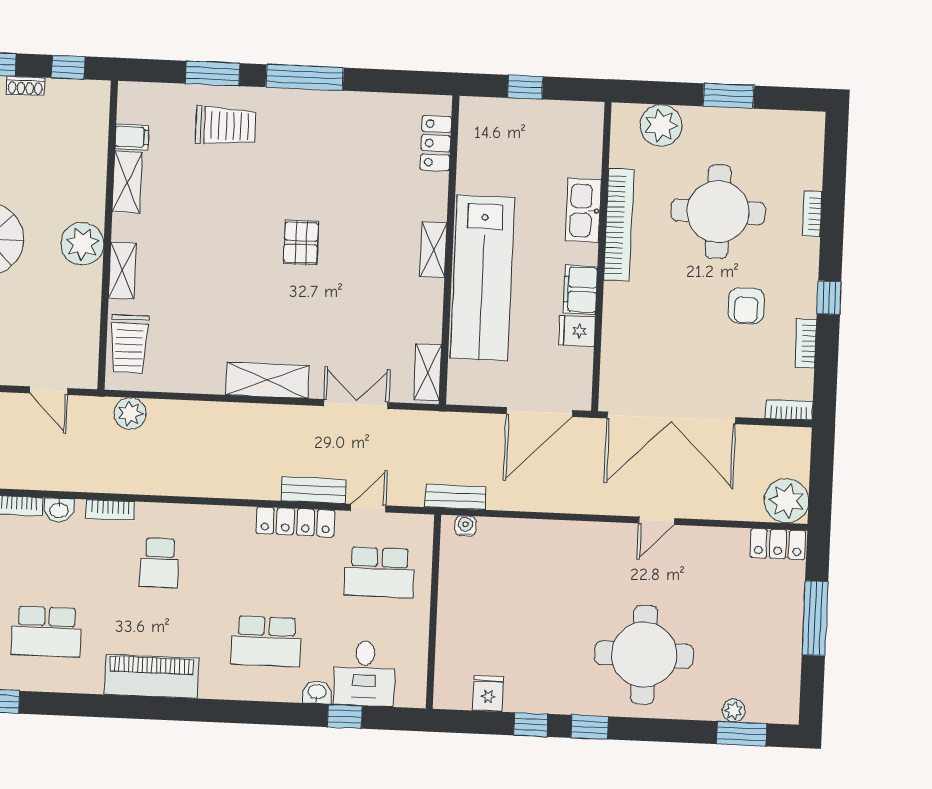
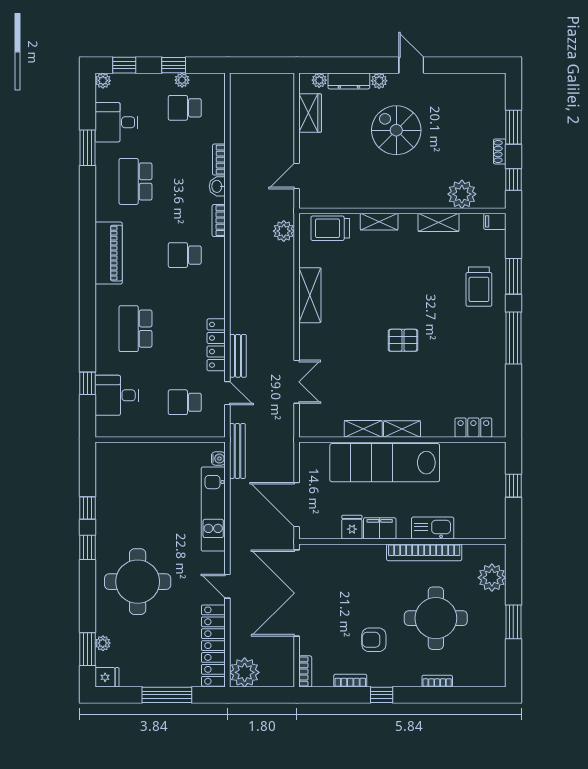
filing cabinet: (132, 137) -> (495, 221), moved, turned 90
plant: (82, 244) -> (462, 194), moved
shelving: (428, 372) -> (363, 429), moved
shelving: (267, 380) -> (310, 295), moved
bench: (456, 497) -> (237, 451), width x1.36
kitchen unit: (541, 537) -> (213, 509), added
locker: (778, 544) -> (213, 646), width x2.16, depth x1.21
school desk: (379, 572) -> (185, 402), width x0.54
washbasin: (317, 692) -> (103, 364), removed
fridge: (488, 694) -> (107, 677), moved

